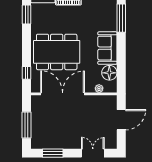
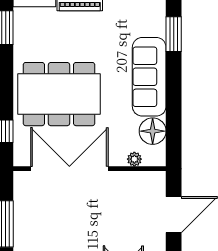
window: (121, 18) -> (174, 34), width x0.69
sofa: (107, 48) -> (149, 77), width x1.36

